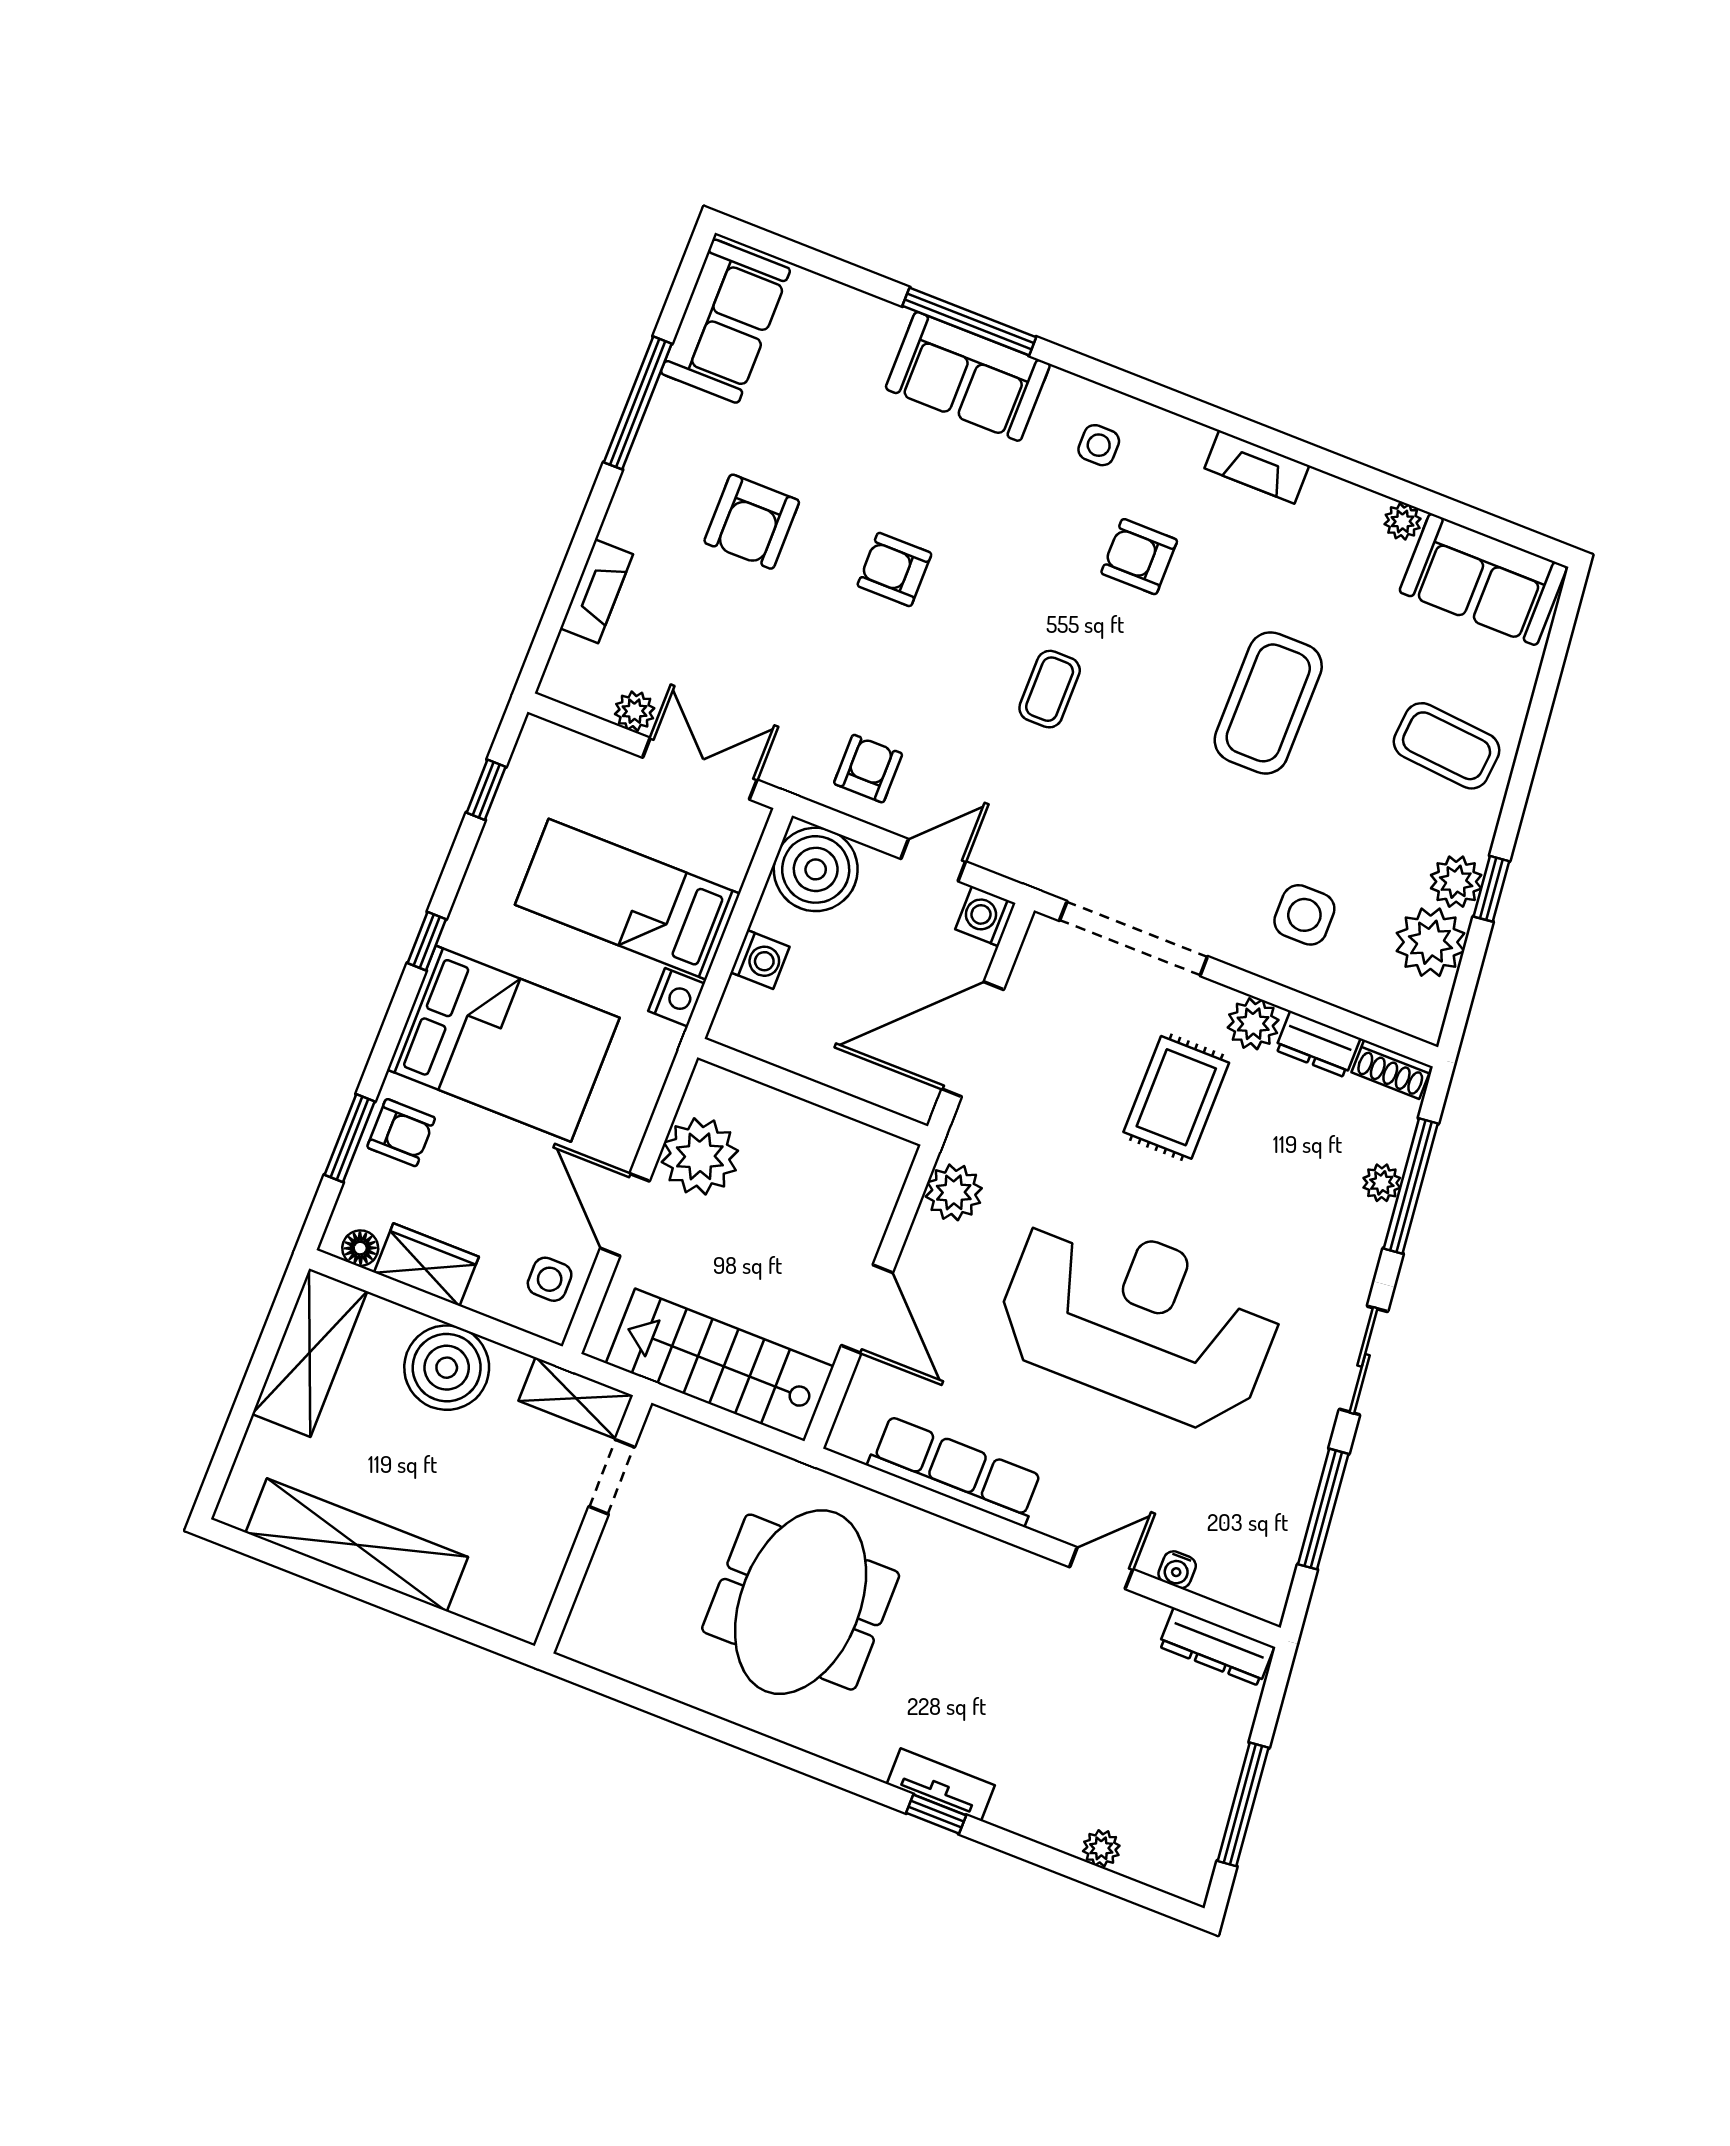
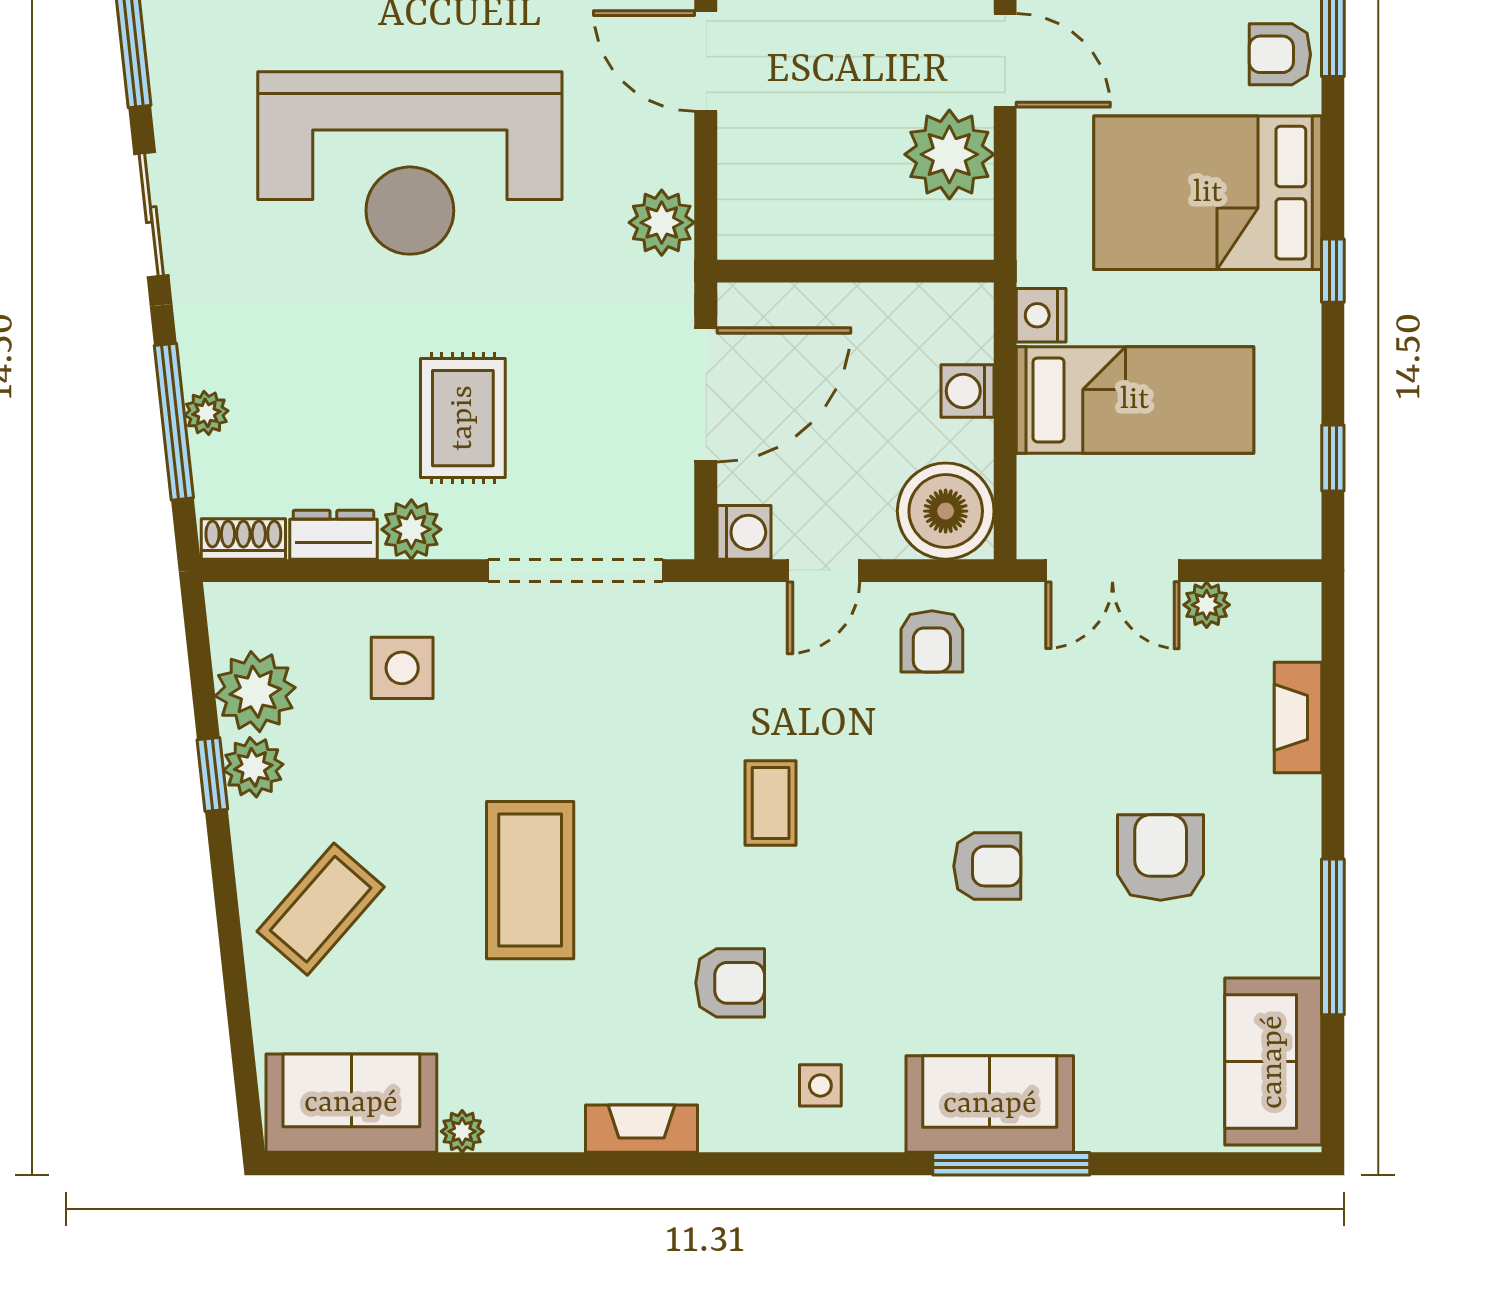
coffee table: (1447, 746) -> (321, 909), turned -54

